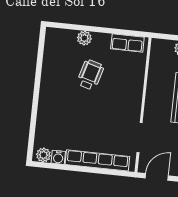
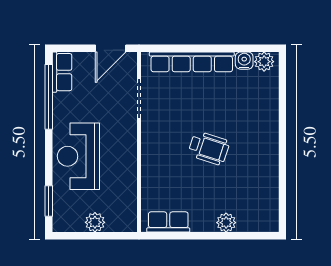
wheelchair: (90, 75) -> (209, 148), moved, turned -88

